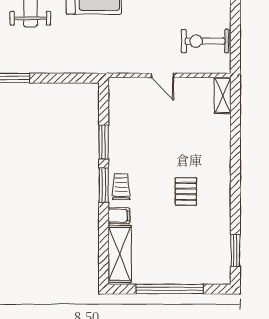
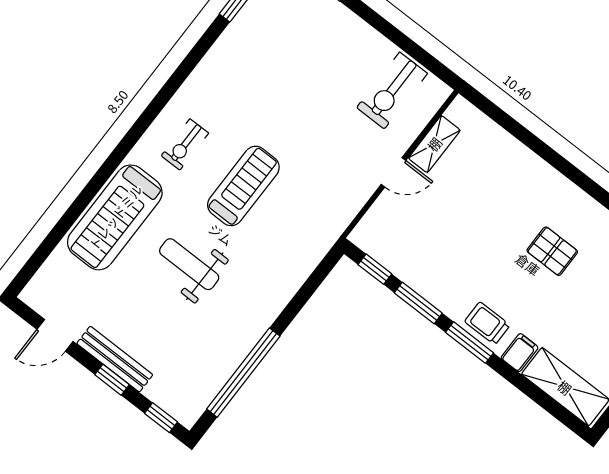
shelving: (223, 95) -> (434, 144), moved, turned 90
window: (104, 105) -> (375, 269), added

